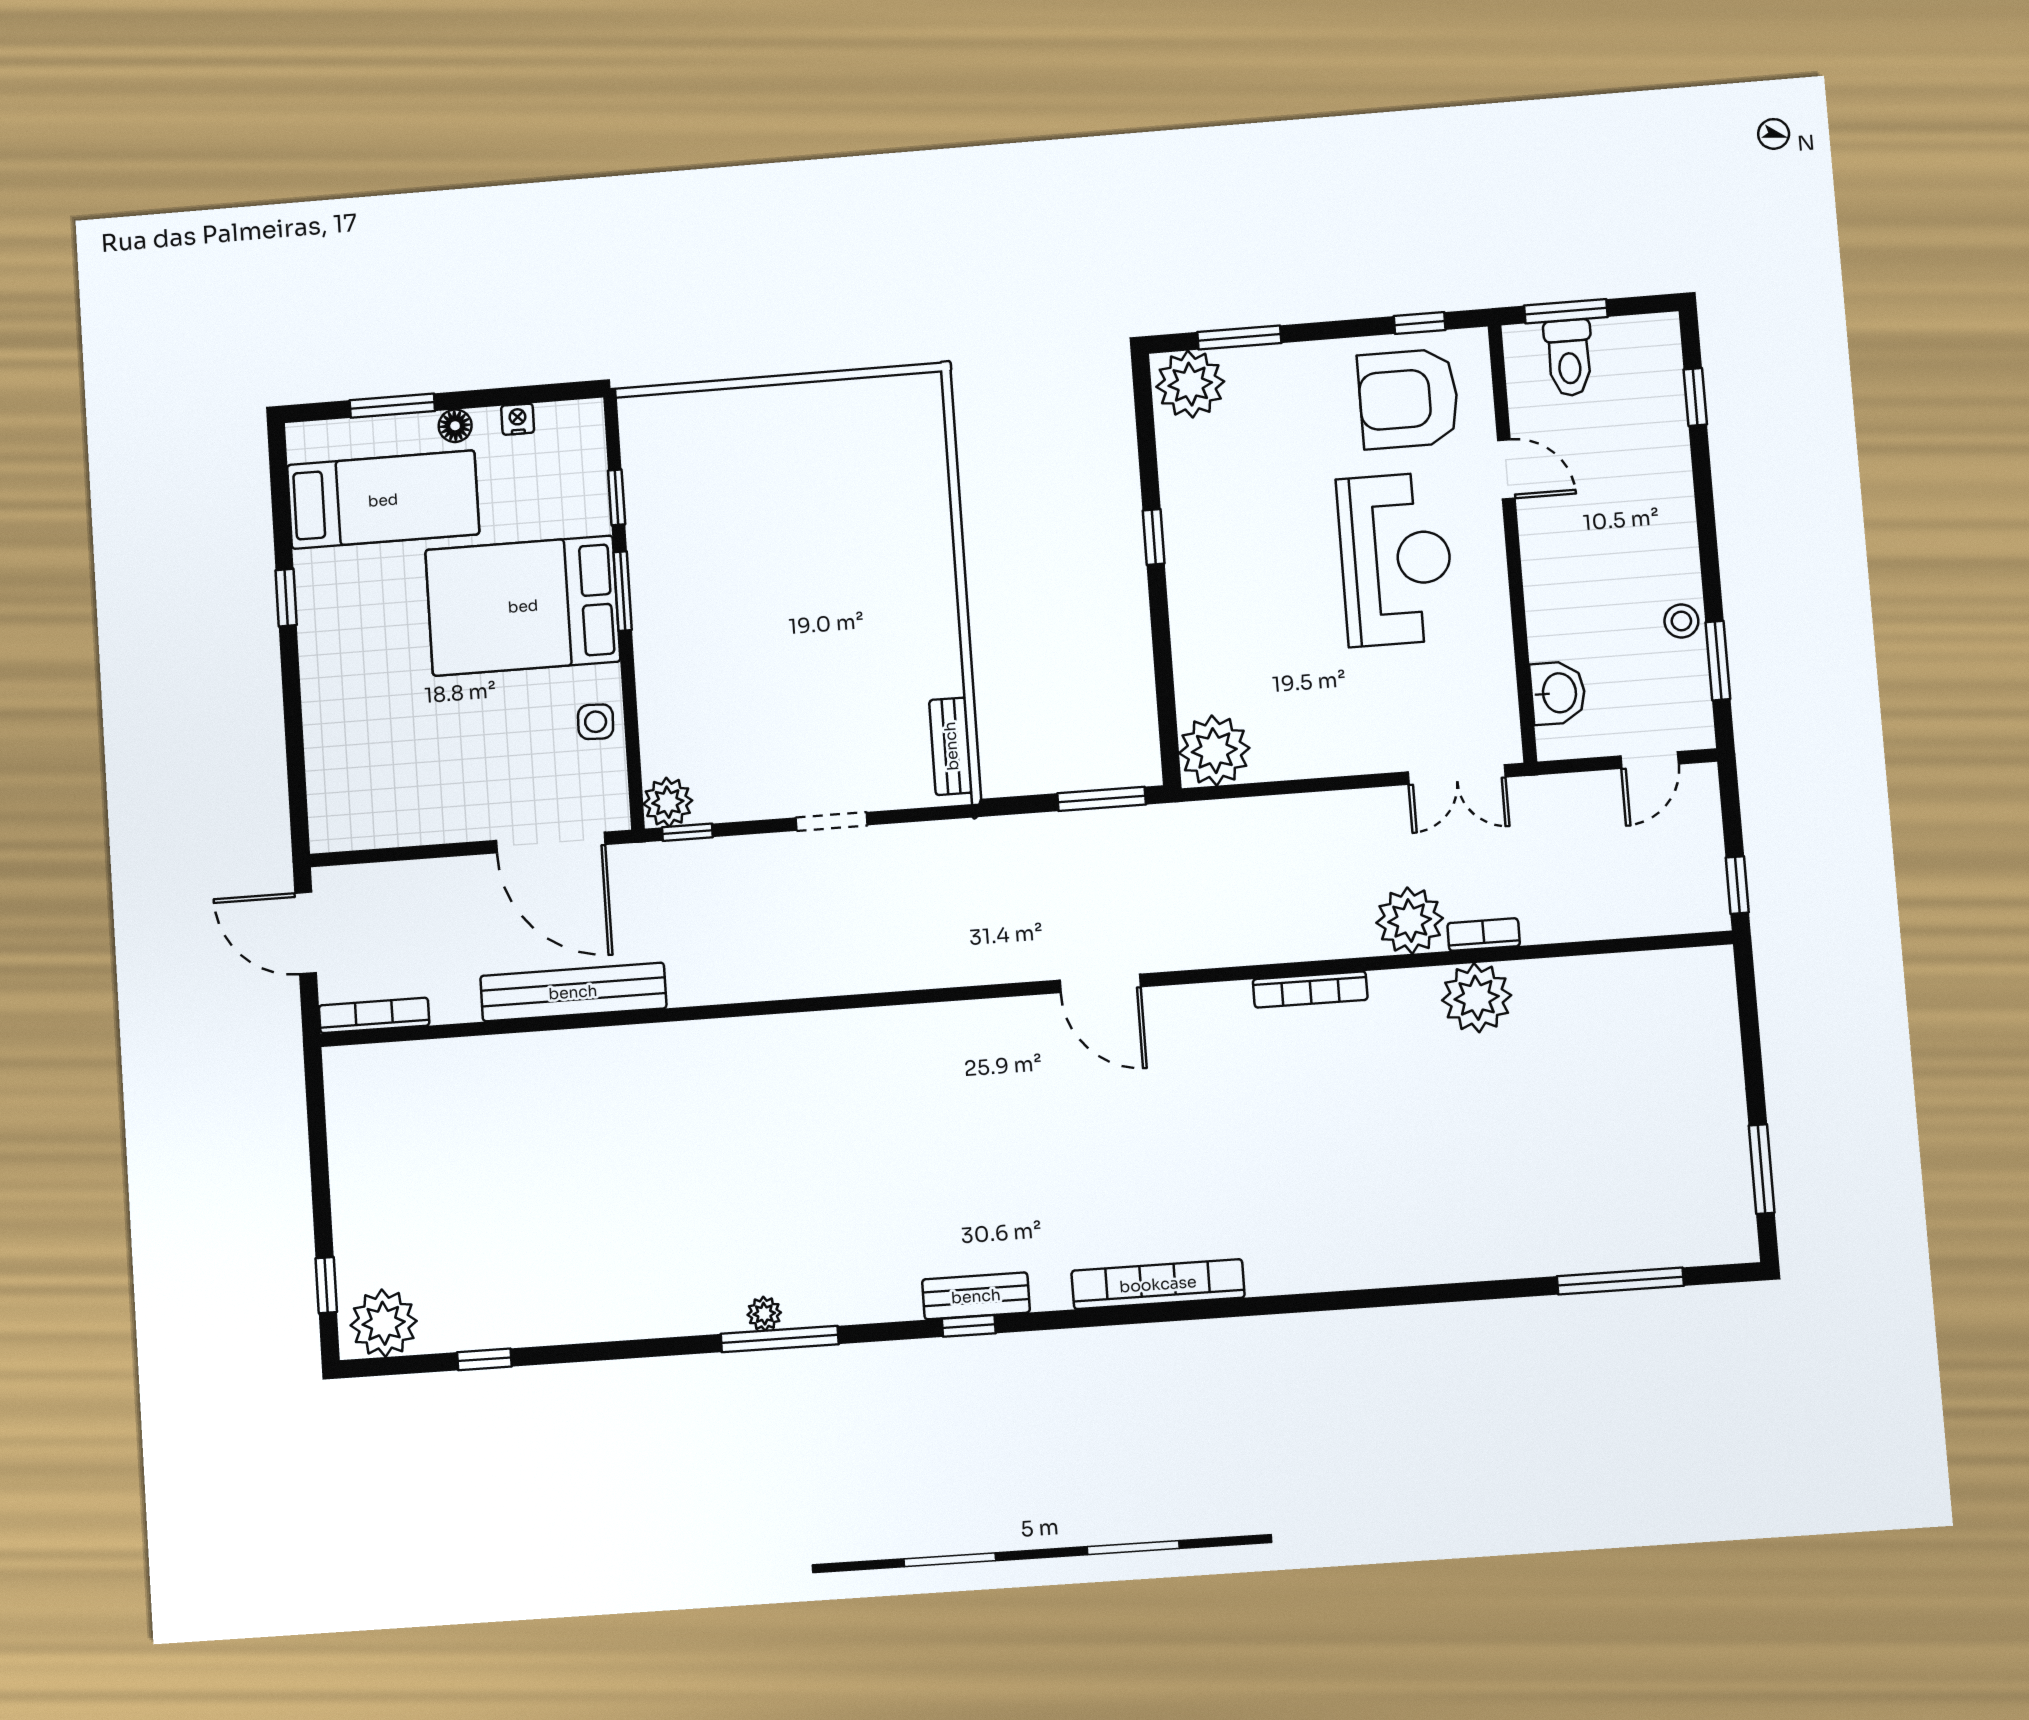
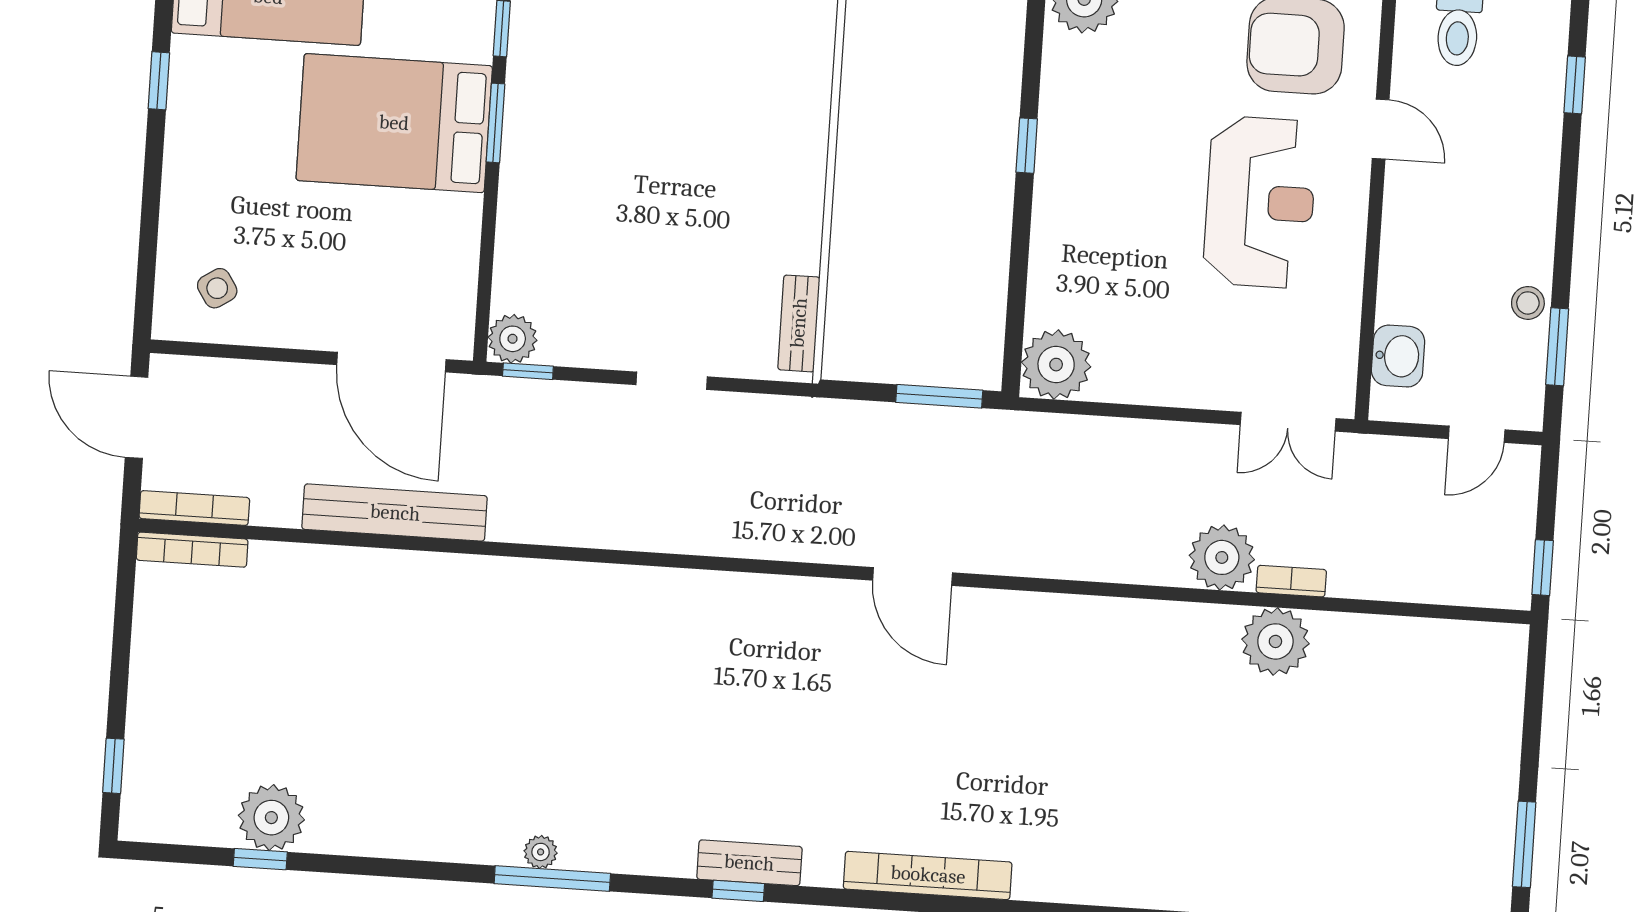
side table: (596, 722) -> (217, 288), moved, turned -35
bookcase: (1310, 990) -> (192, 550), moved
plant: (384, 1323) -> (271, 818), moved

